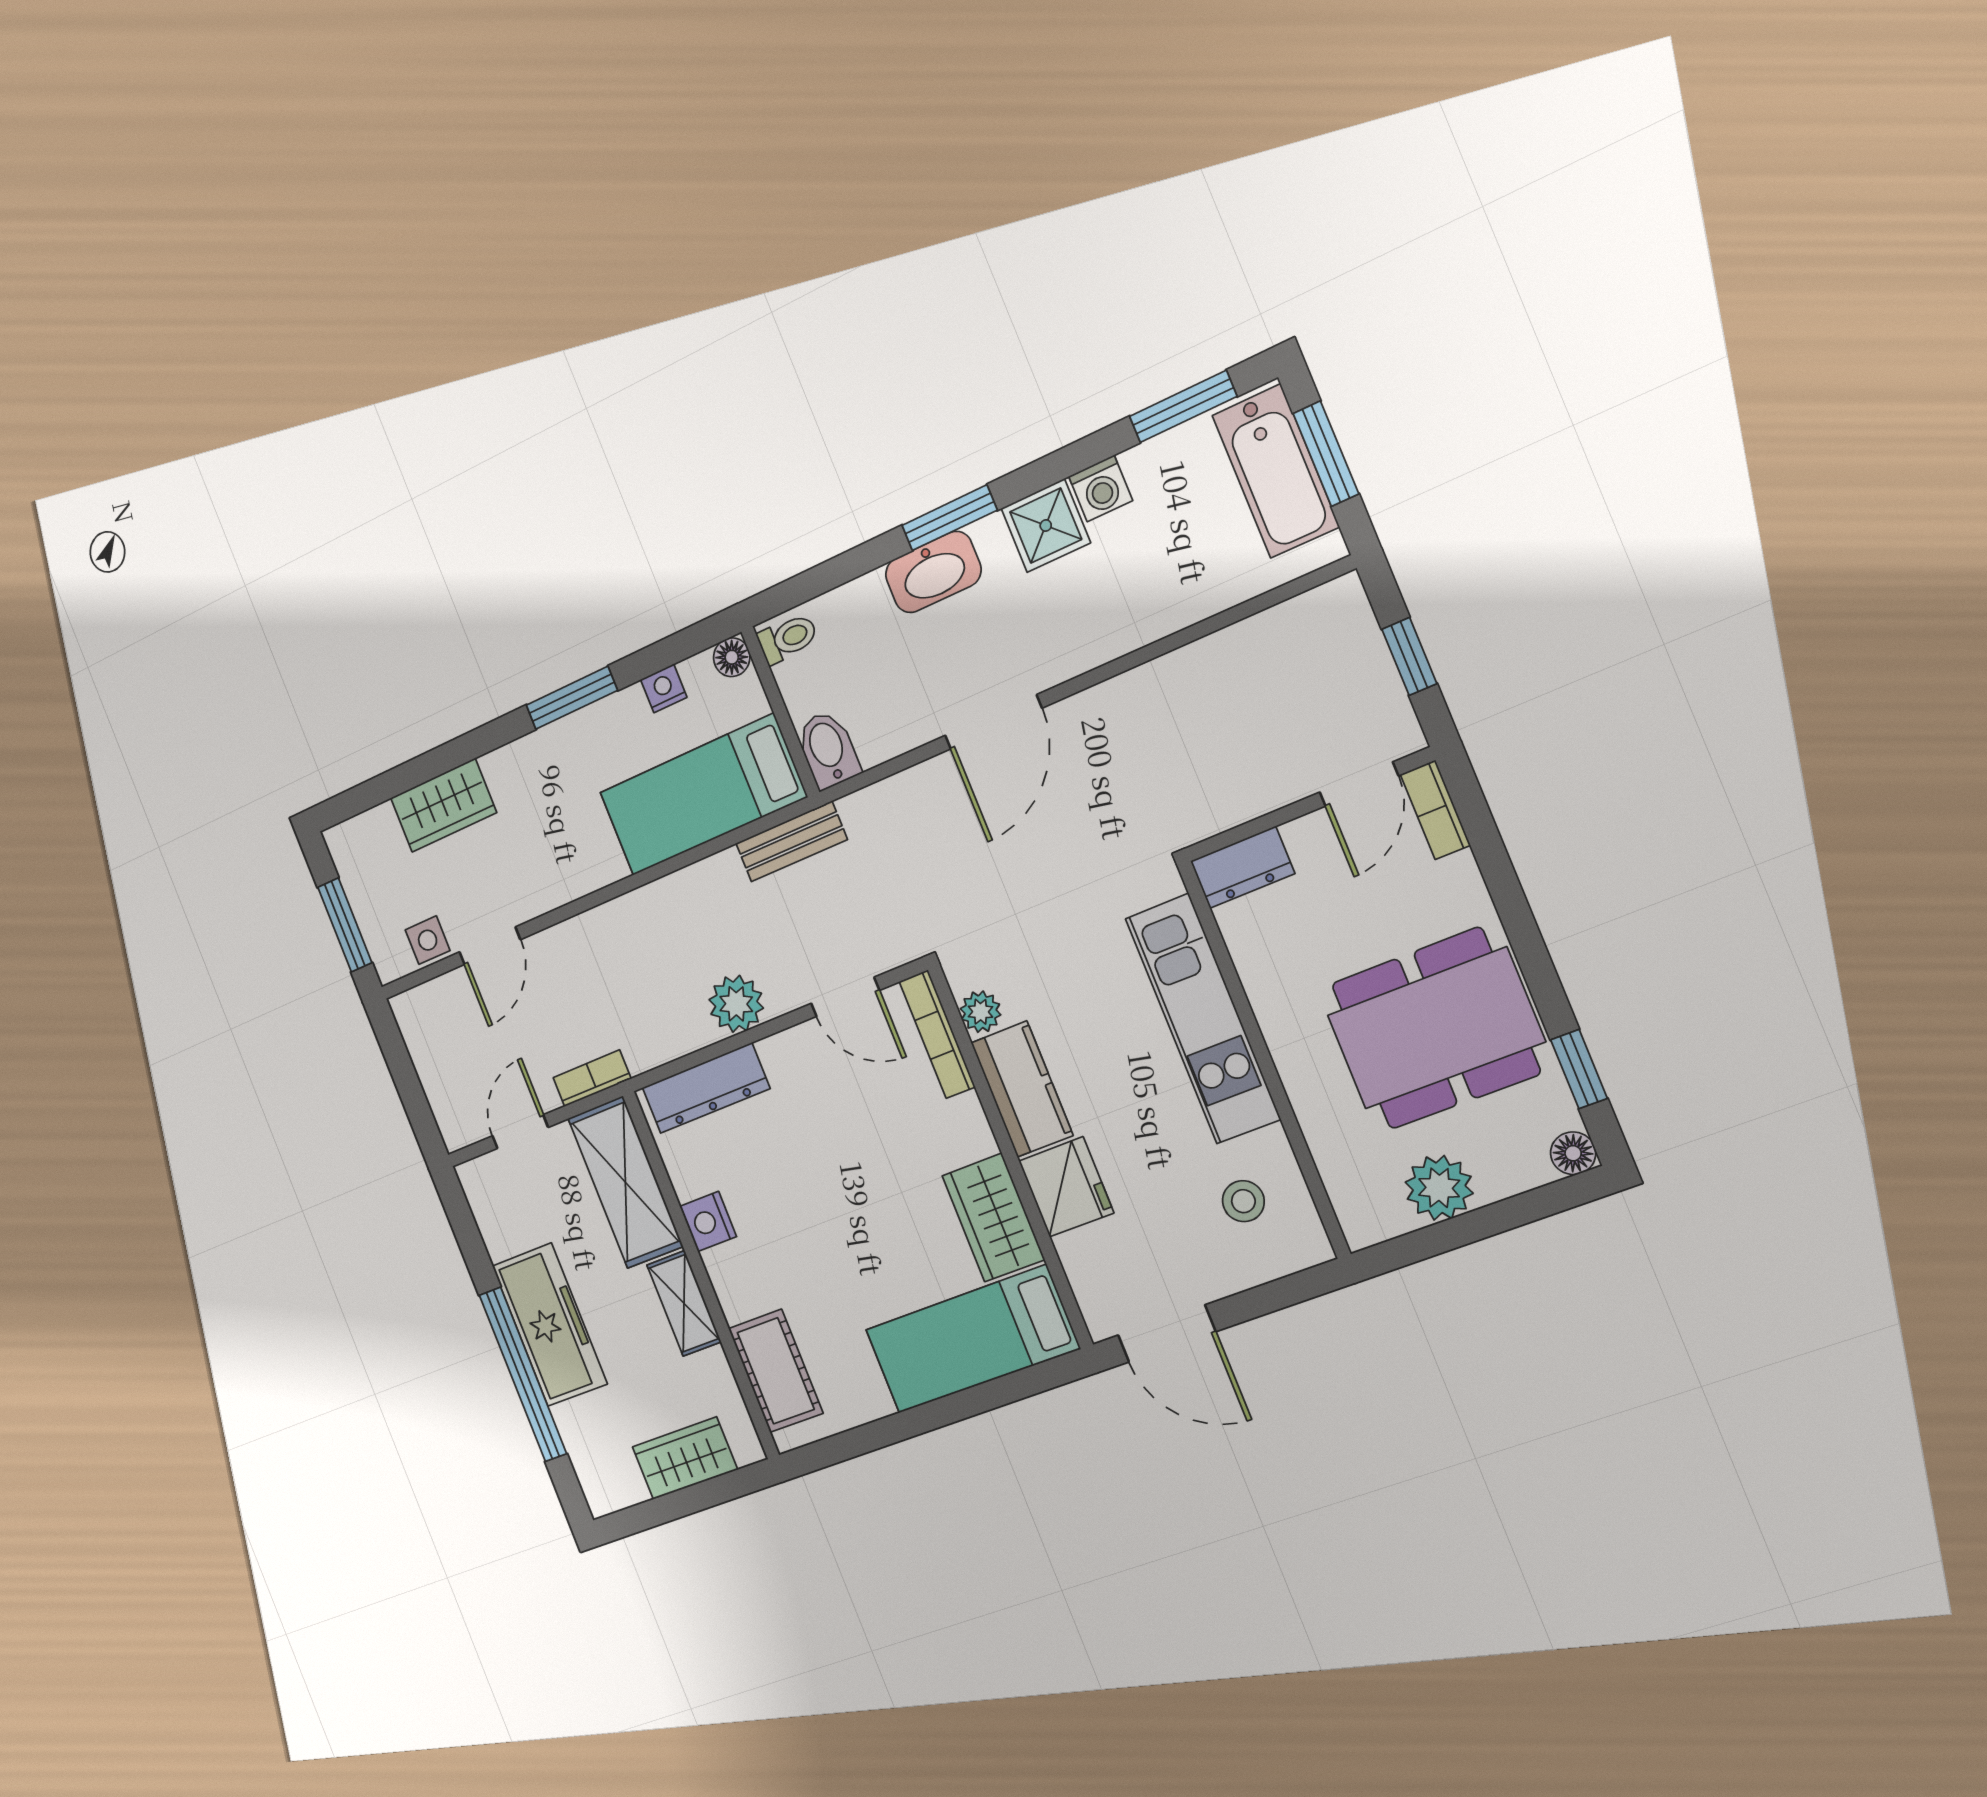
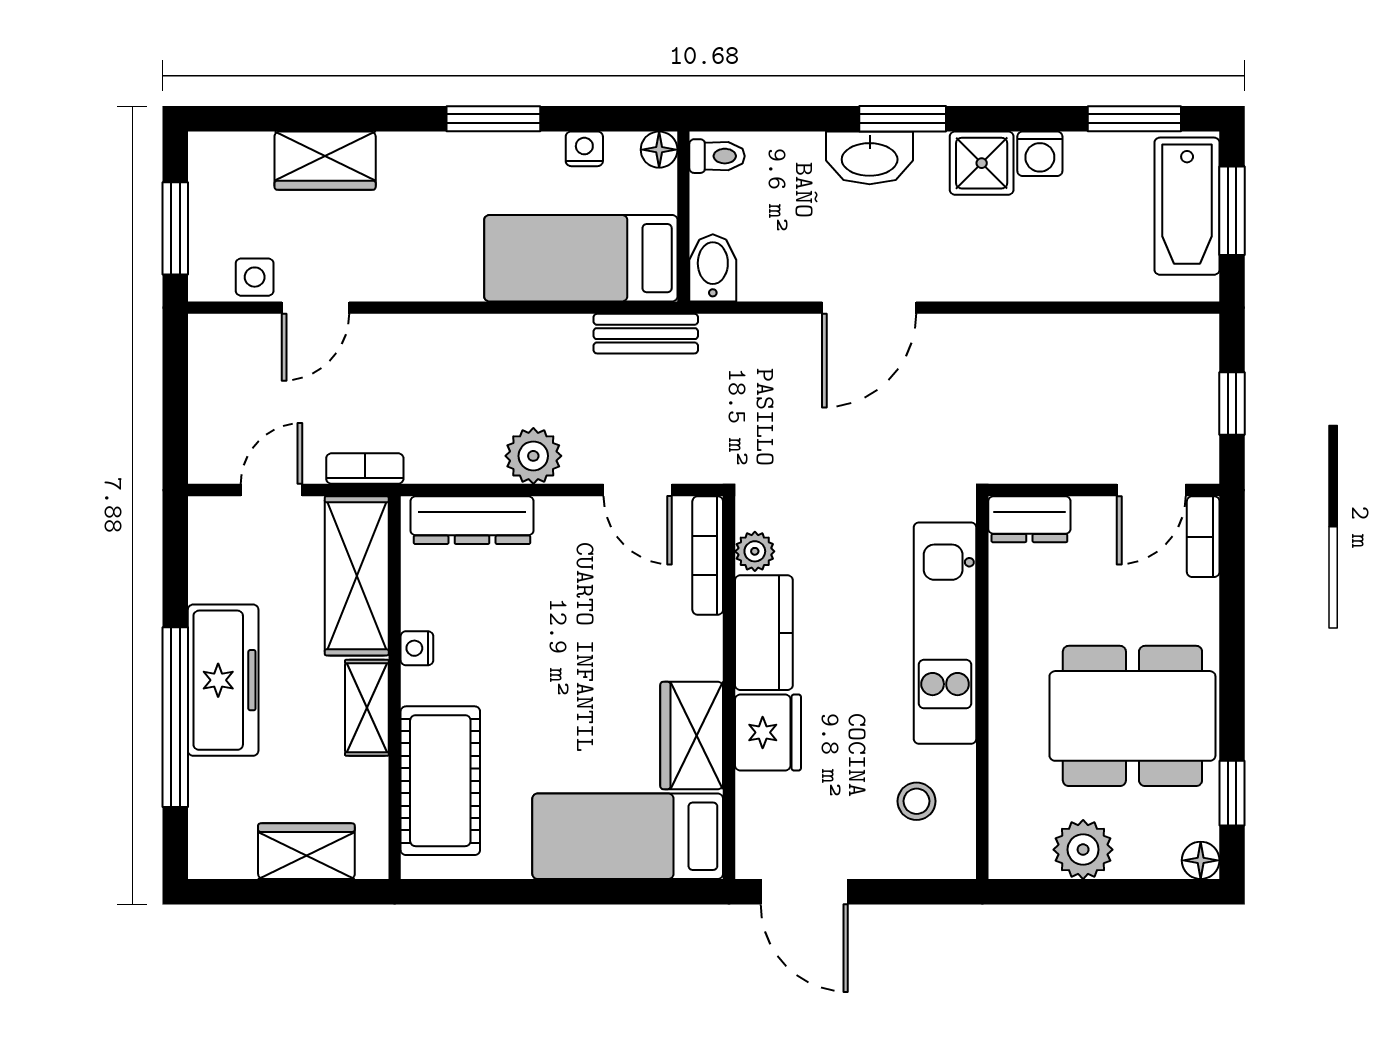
nightstand: (708, 1222) -> (417, 648), width x0.72, depth x0.74
cot: (776, 1371) -> (440, 781), width x1.37, depth x1.34

